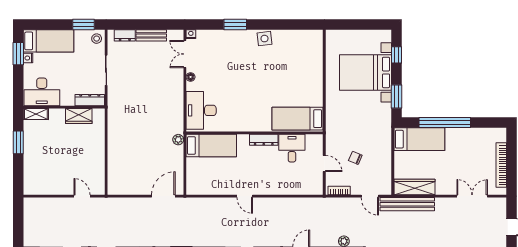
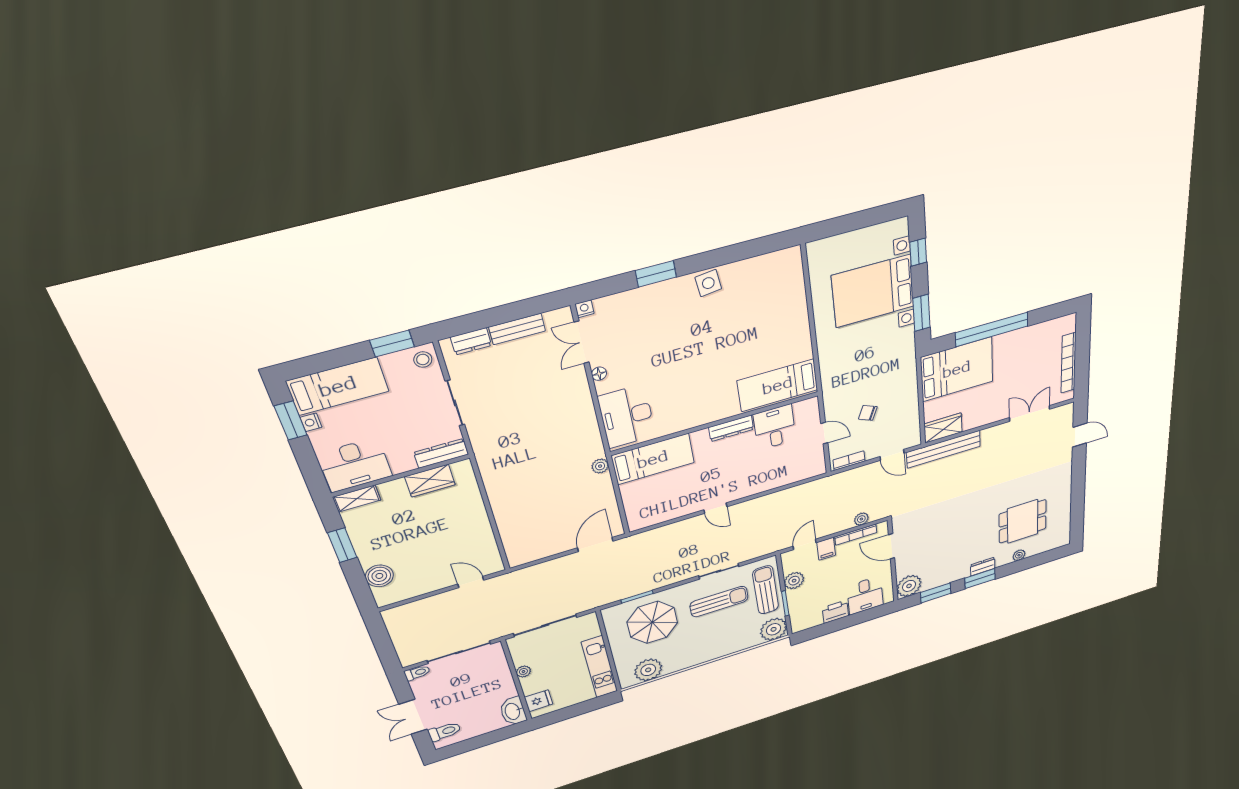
bed: (419, 139) -> (957, 369), width x1.50
boiler: (32, 172) -> (379, 576), added
wardrobe: (414, 187) -> (943, 428), width x0.67

